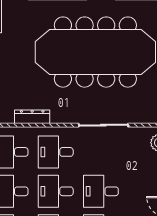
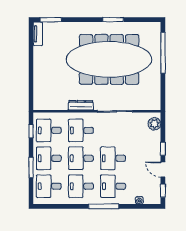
dresser: (32, 117) -> (81, 105), moved

